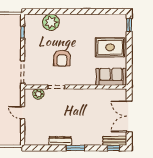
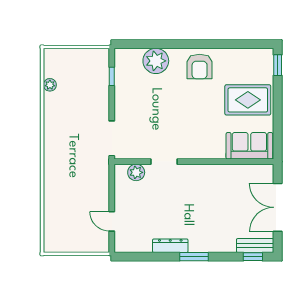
armchair: (62, 58) -> (200, 66), moved
door: (23, 113) -> (112, 221), moved

